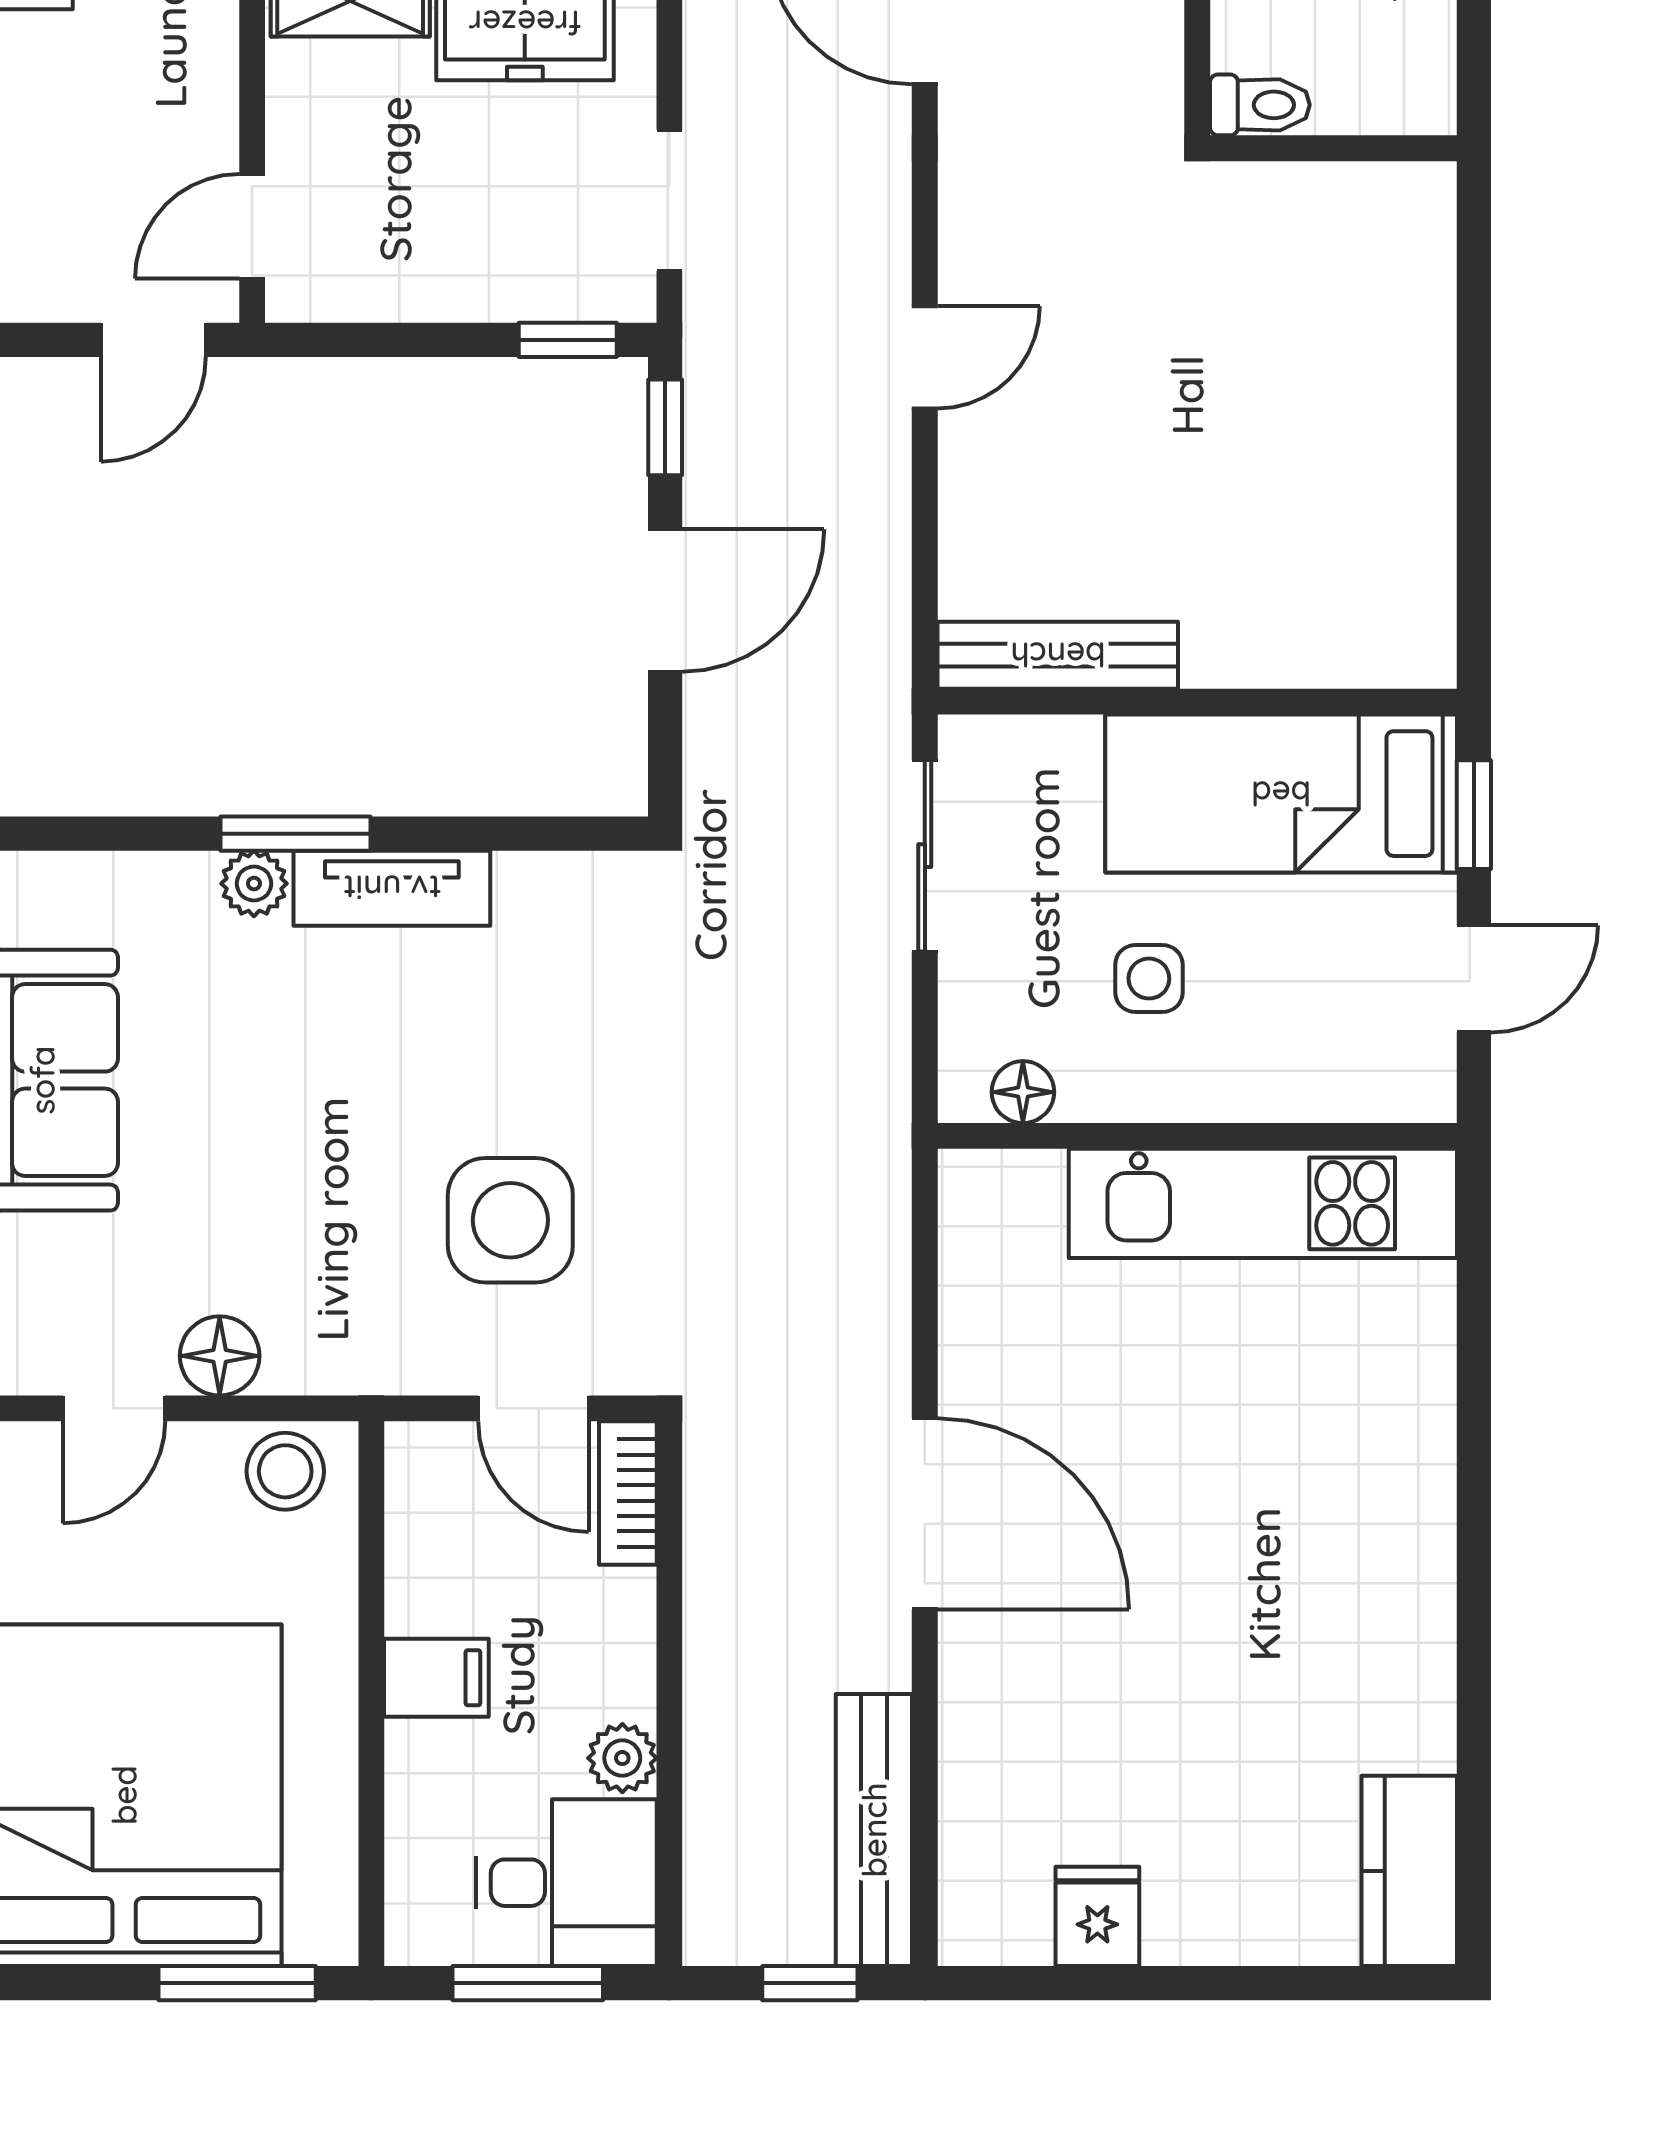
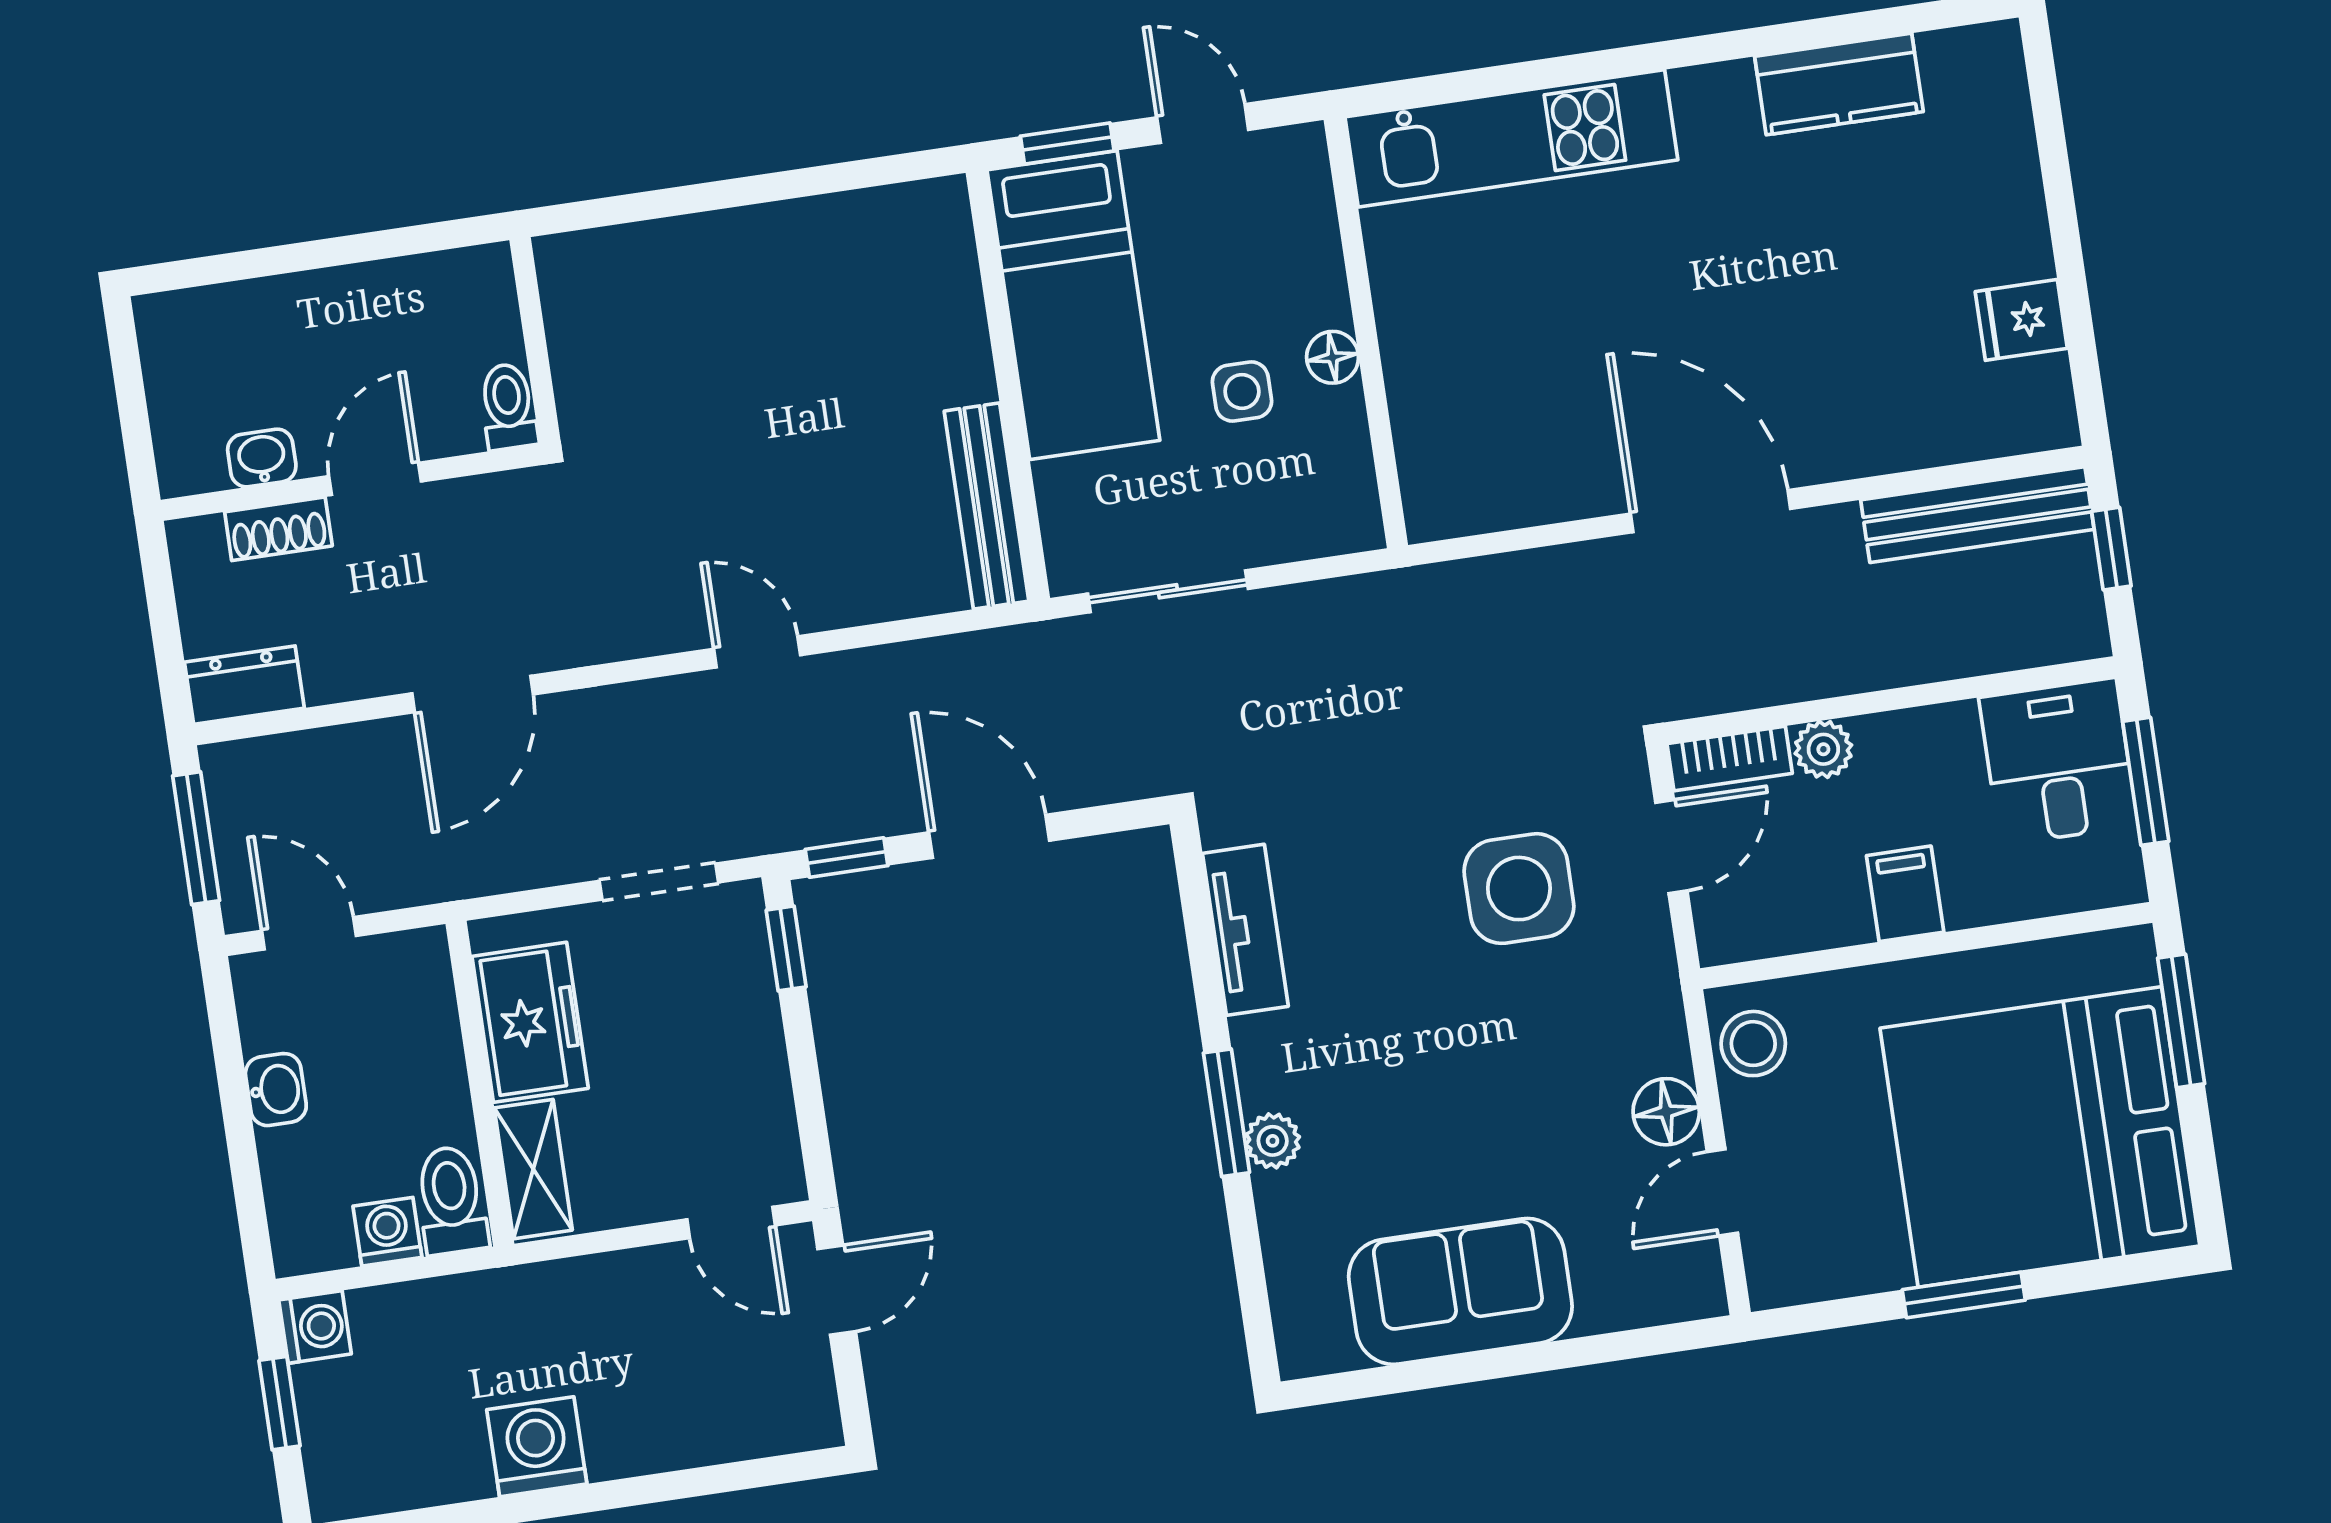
door: (153, 340) -> (837, 1290), hinge flipped
tv unit: (392, 888) -> (1245, 930), moved
floor lamp: (1023, 1092) -> (1333, 357), moved
kitchen unit: (1263, 1203) -> (1511, 138), moved, turned 90
door: (114, 1408) -> (1722, 1192), swing flipped
door: (925, 1514) -> (1711, 511), hinge flipped
plant: (622, 1758) -> (1823, 749), moved
kitchen counter: (1409, 1871) -> (1839, 84), moved

